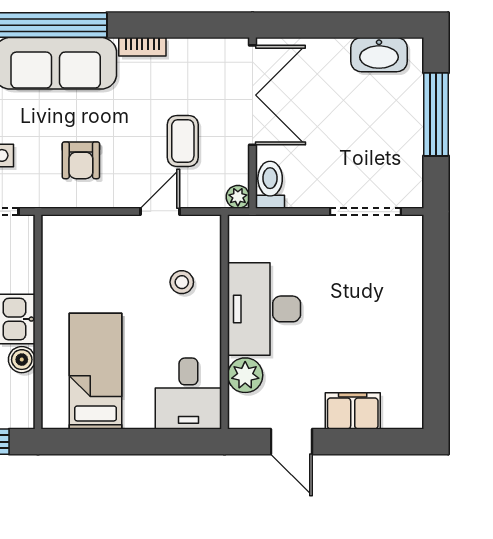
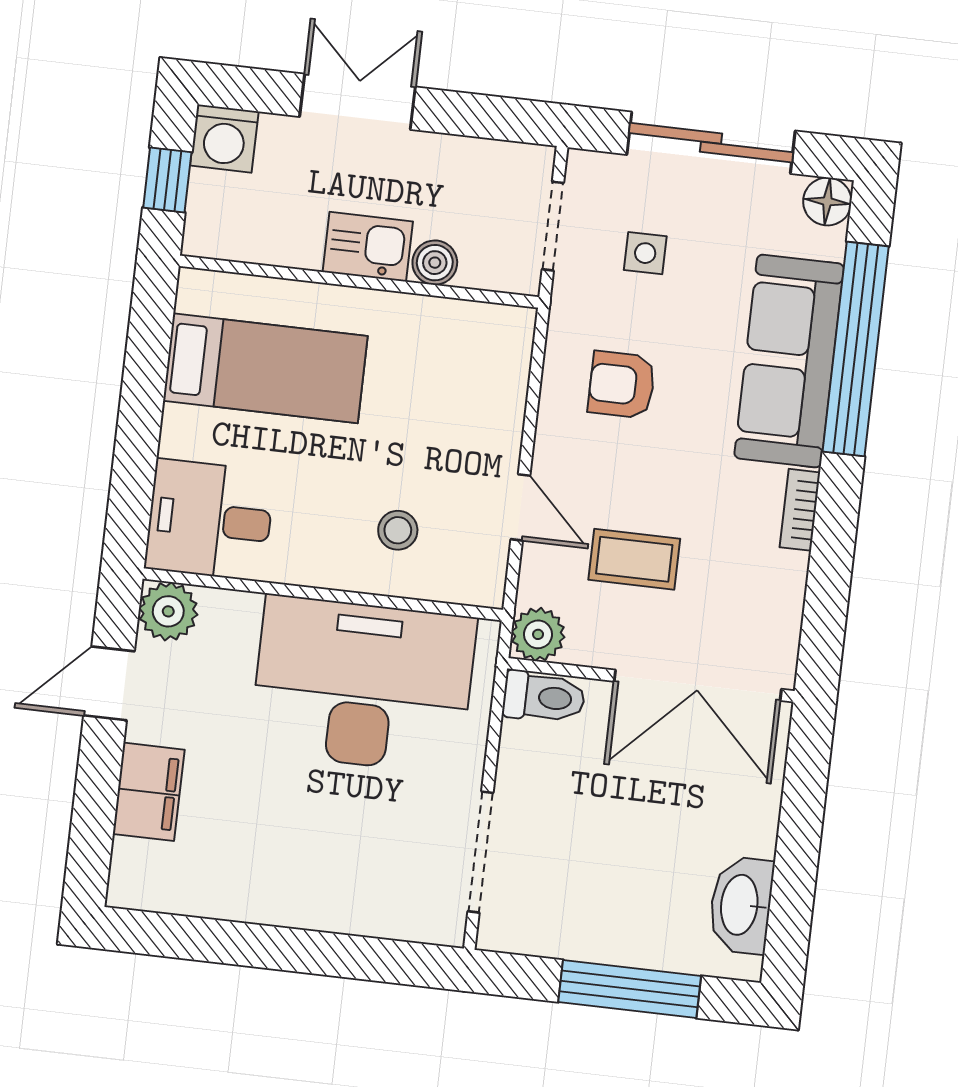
plant: (238, 197) -> (538, 634), width x1.38, depth x1.38
desk: (264, 309) -> (363, 685), width x1.36, depth x1.30
boiler: (22, 360) -> (435, 263), moved
plant: (245, 375) -> (168, 611), moved

